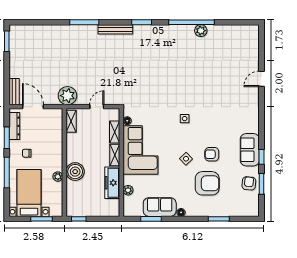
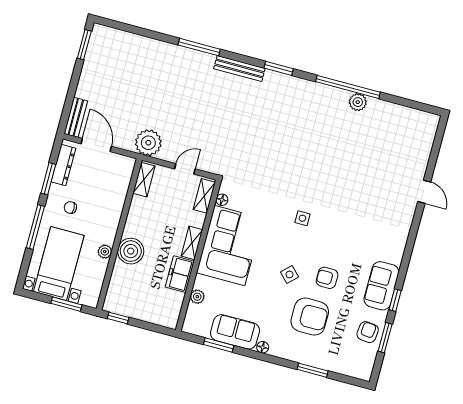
door: (262, 79) -> (424, 192), swing flipped
shelving: (115, 132) -> (204, 196), moved
freezer: (112, 183) -> (180, 274), width x0.71

